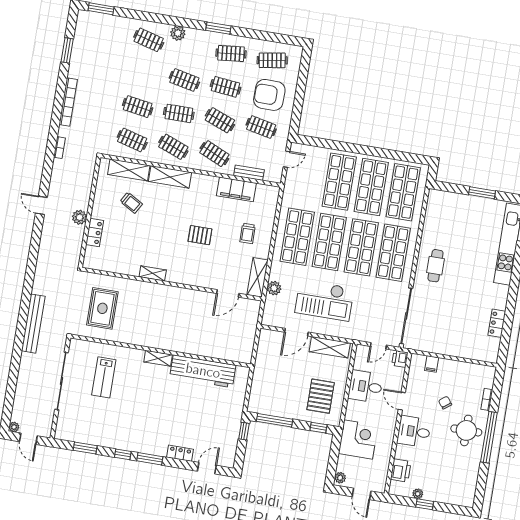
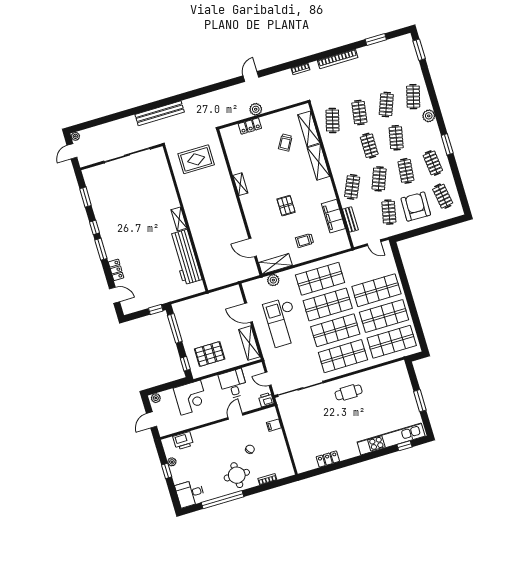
clothes rail: (173, 147) -> (386, 105), moved
lab bench: (104, 377) -> (145, 185), removed
desk: (414, 431) -> (190, 493), moved, turned -90
window: (489, 437) -> (223, 500), moved

